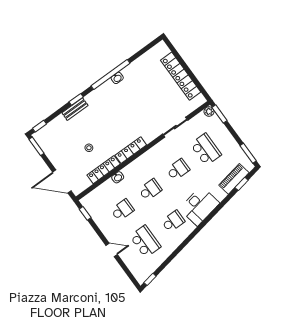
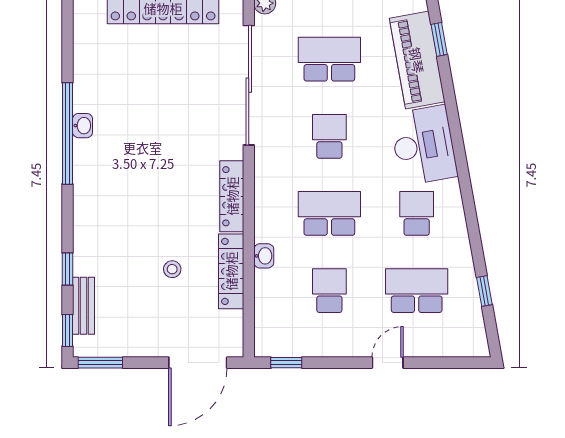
window: (76, 99) -> (67, 269), moved
bench: (75, 109) -> (84, 306), moved
sliding door: (175, 127) -> (249, 85), width x1.86
piano: (234, 179) -> (417, 60), width x1.37, depth x1.33
school desk: (150, 190) -> (329, 213), width x1.85
window: (150, 279) -> (484, 291), moved

